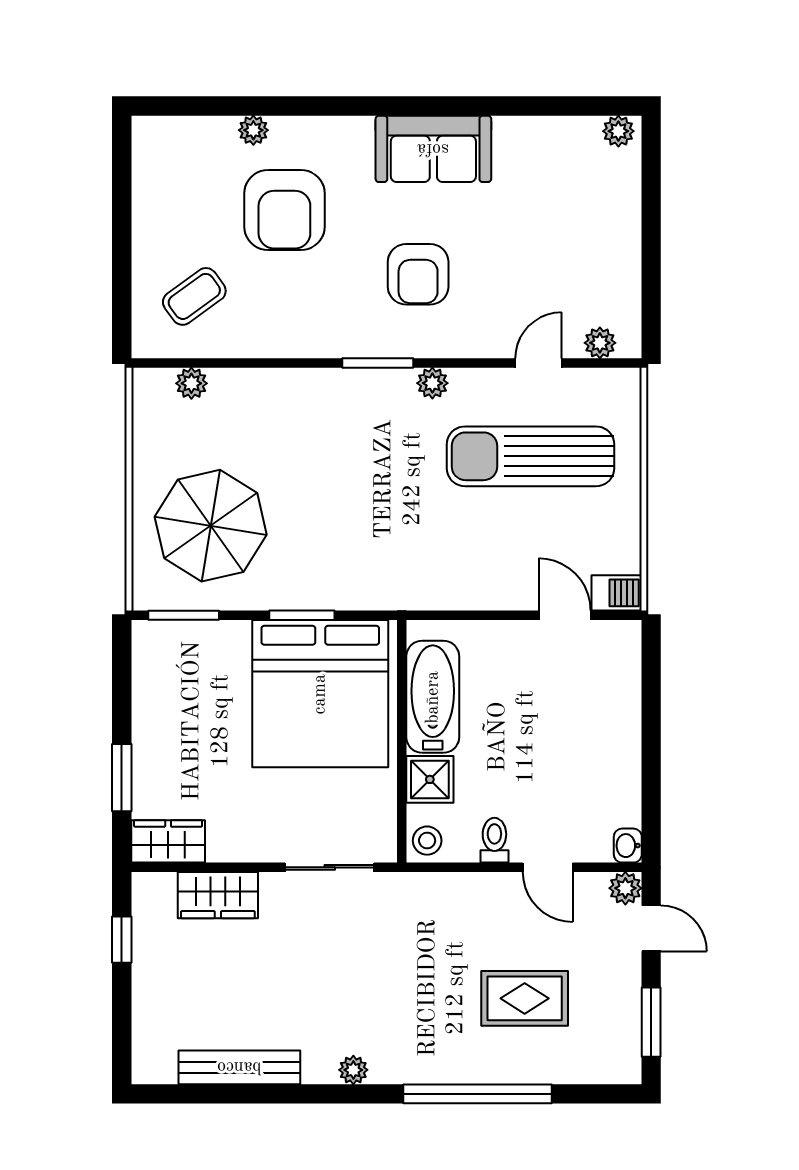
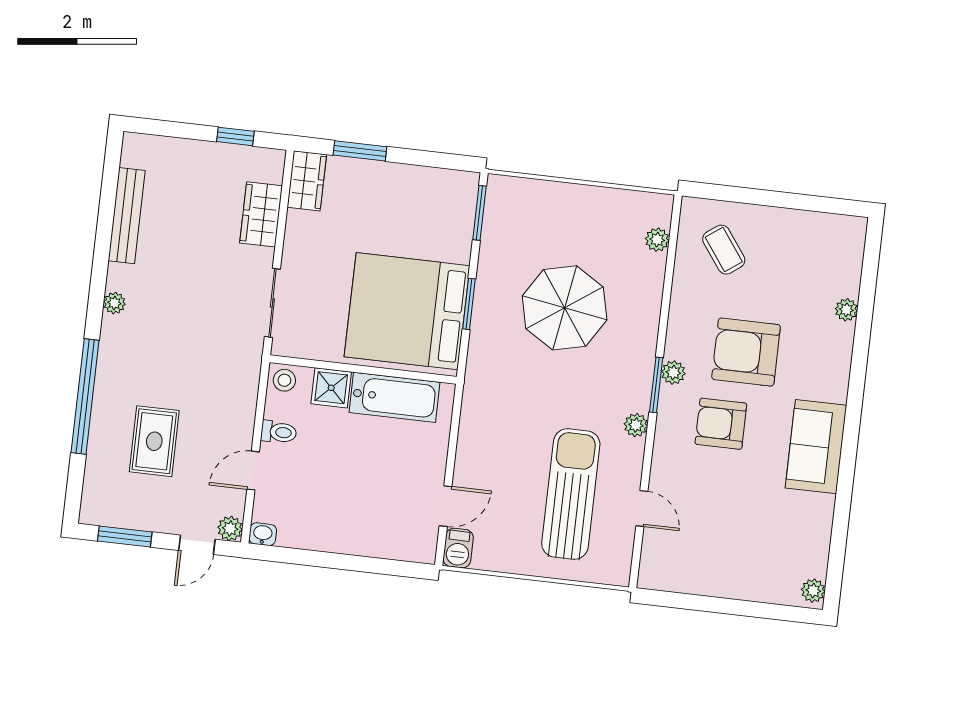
armchair: (284, 210) -> (746, 352), moved
plant: (600, 343) -> (673, 373), moved
parasol: (211, 526) -> (565, 308), moved

